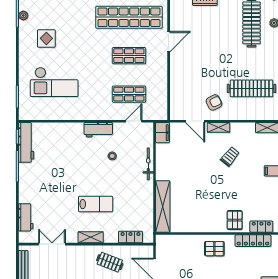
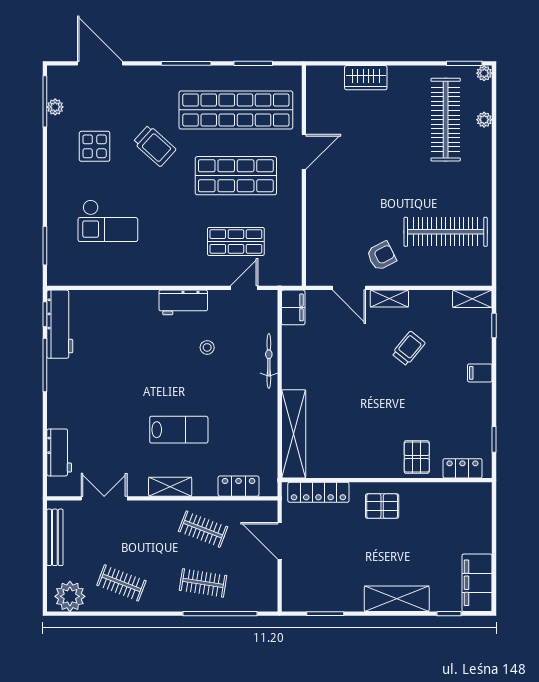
trolley: (81, 38) -> (154, 146), added
shop shelf: (129, 56) -> (236, 176), width x1.43, depth x1.36
checkout: (54, 82) -> (108, 221), width x0.73, depth x0.83
locker: (253, 241) -> (318, 492), moved

